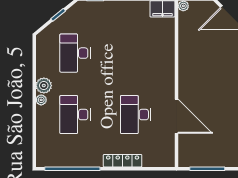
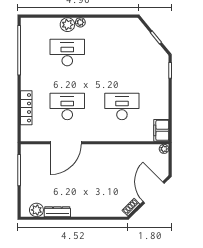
desk: (75, 53) -> (122, 106), moved
plant: (44, 85) -> (67, 25), moved
locker: (123, 161) -> (26, 108), moved

